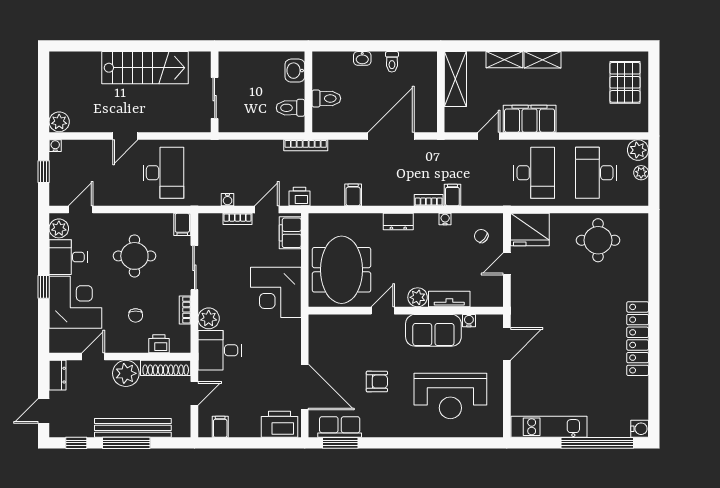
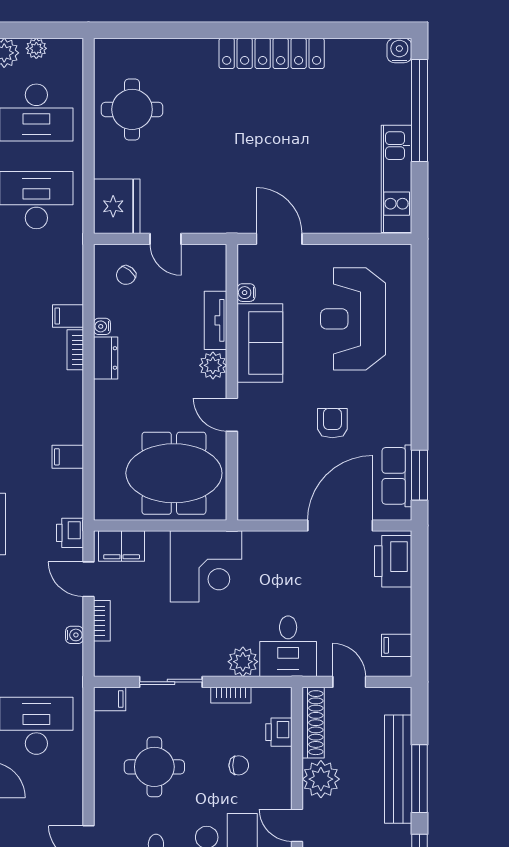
dresser: (398, 222) -> (106, 358), moved
reception desk: (450, 396) -> (353, 319), turned 180

